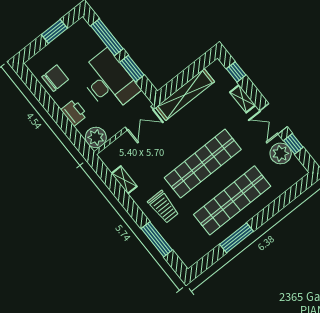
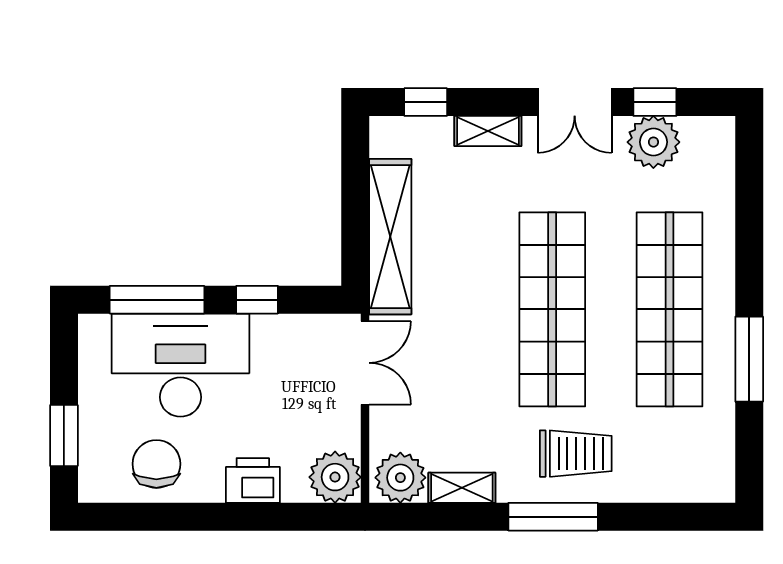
window: (54, 31) -> (64, 435), moved
window: (132, 69) -> (257, 300), width x0.67
desk: (109, 81) -> (180, 365), moved
plant: (112, 158) -> (400, 478), added
window: (157, 239) -> (553, 517), moved

